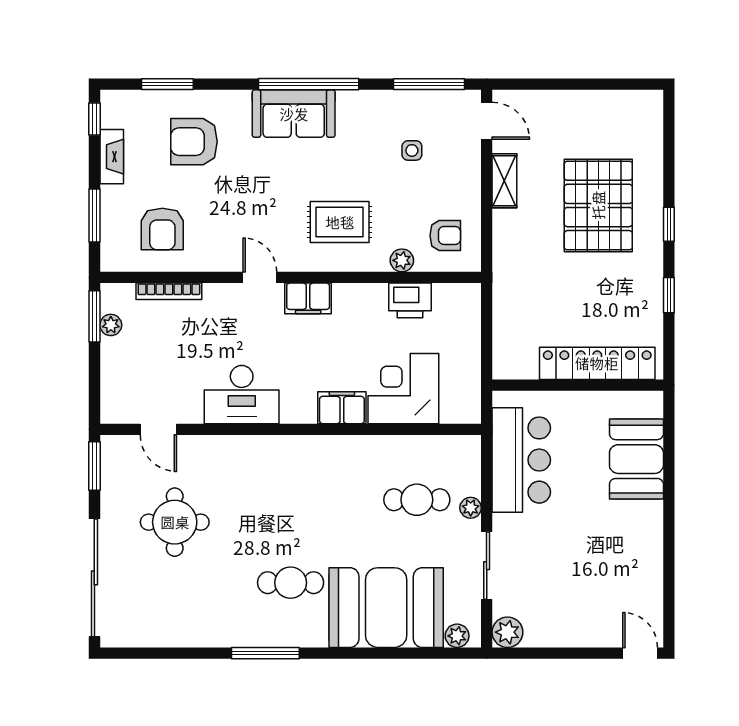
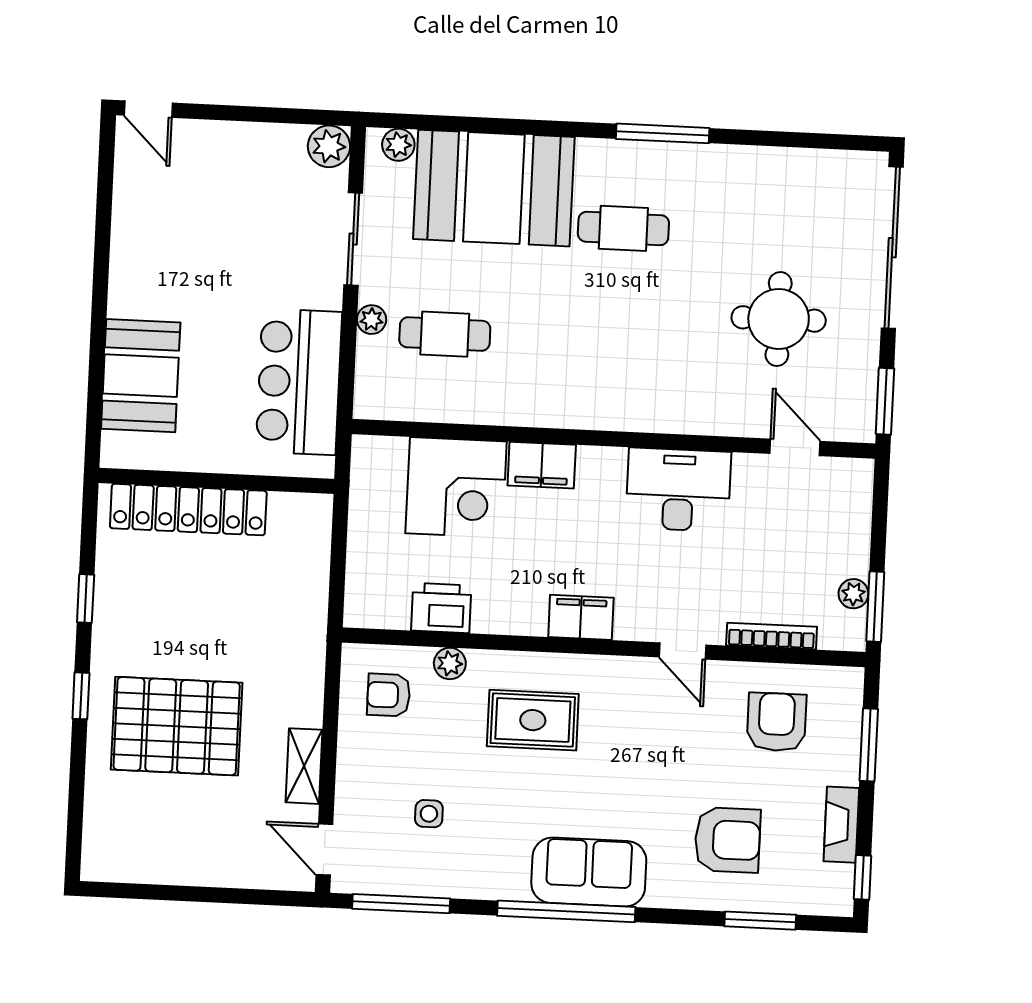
pallet: (598, 205) -> (177, 726), turned 90
door: (260, 277) -> (683, 651), moved

